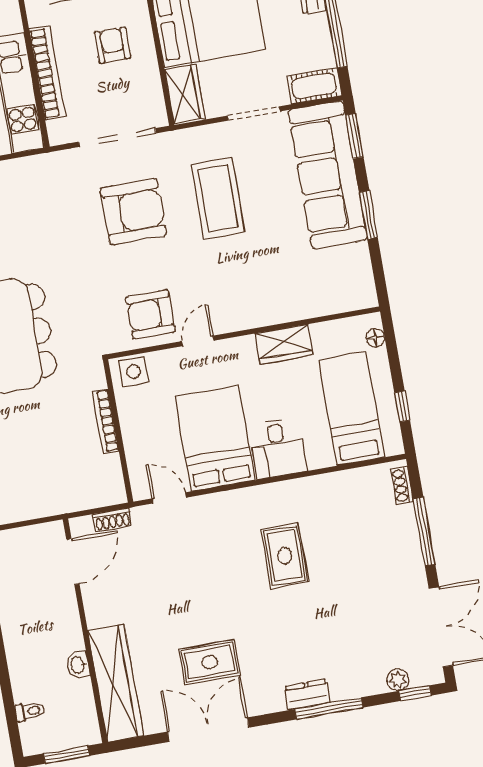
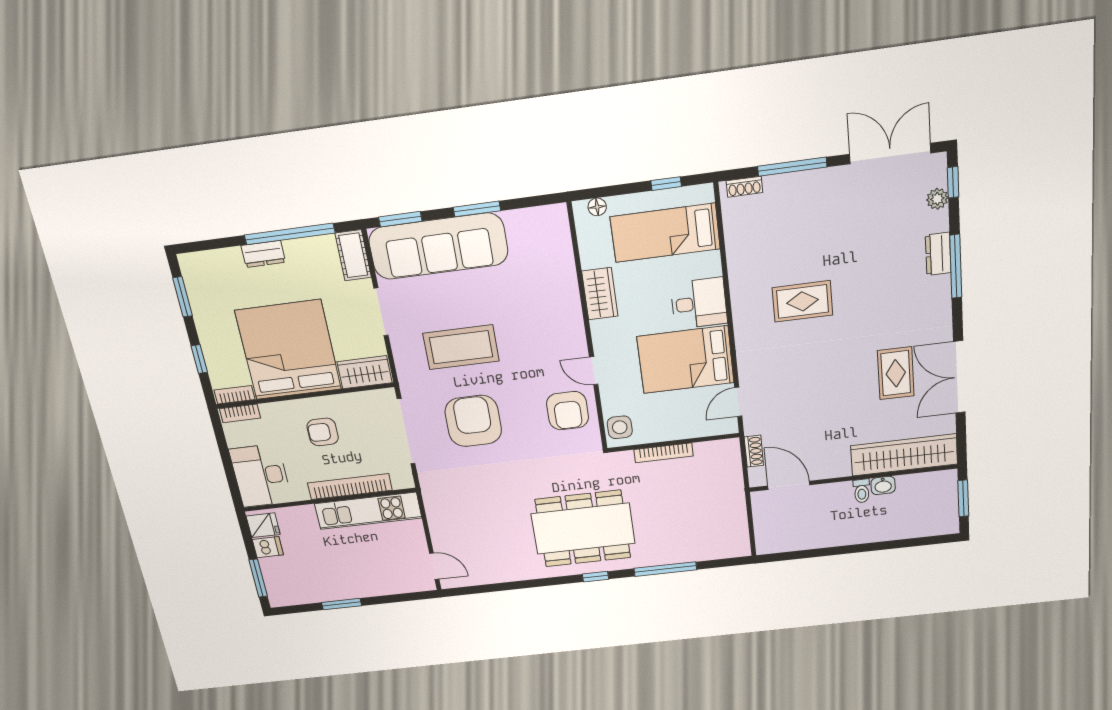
dresser: (307, 695) -> (938, 254), moved
toilet: (30, 711) -> (862, 491), moved, turned 180

